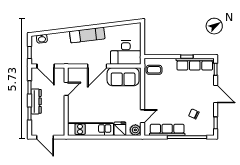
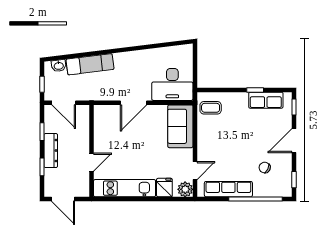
exam couch: (87, 35) -> (90, 64), moved
row of seats: (195, 64) -> (266, 100), width x0.68
sofa: (123, 77) -> (180, 126), moved, turned 90
door: (66, 89) -> (91, 162), moved
door: (216, 94) -> (294, 141), swing flipped

